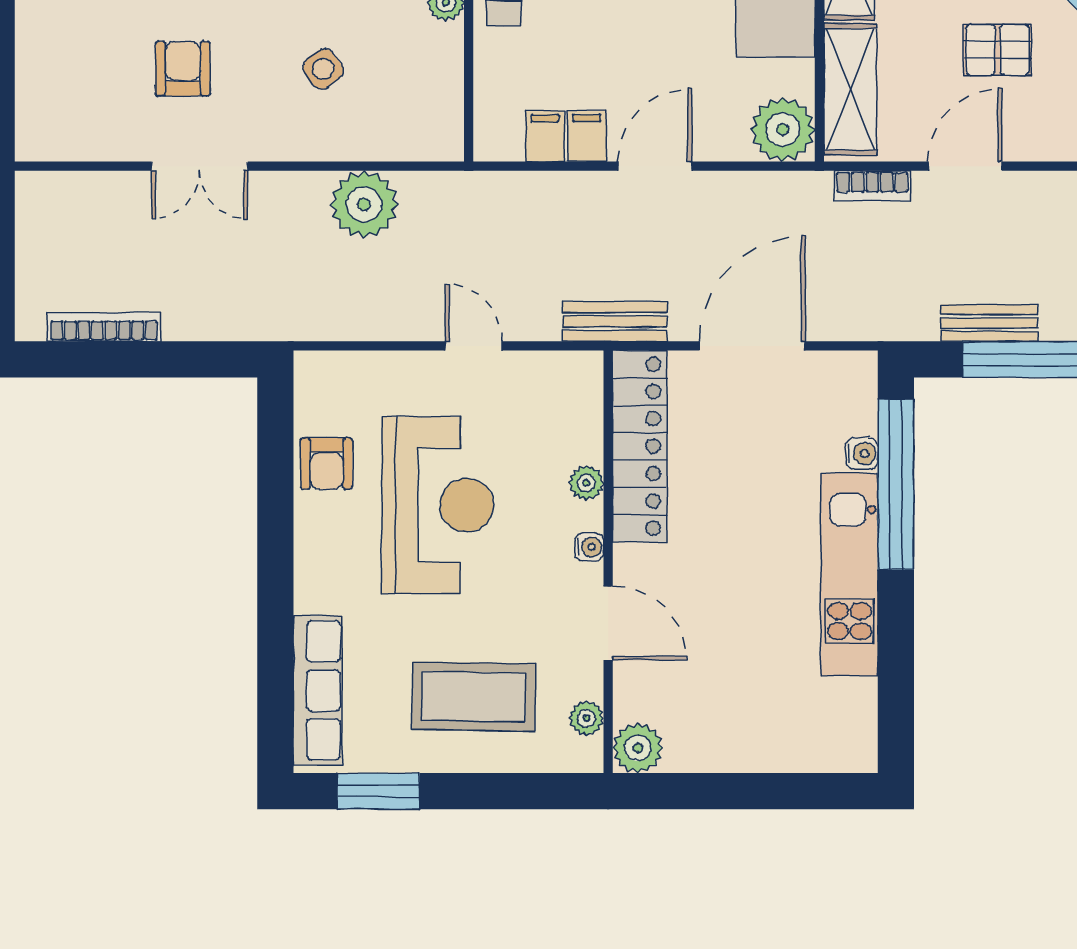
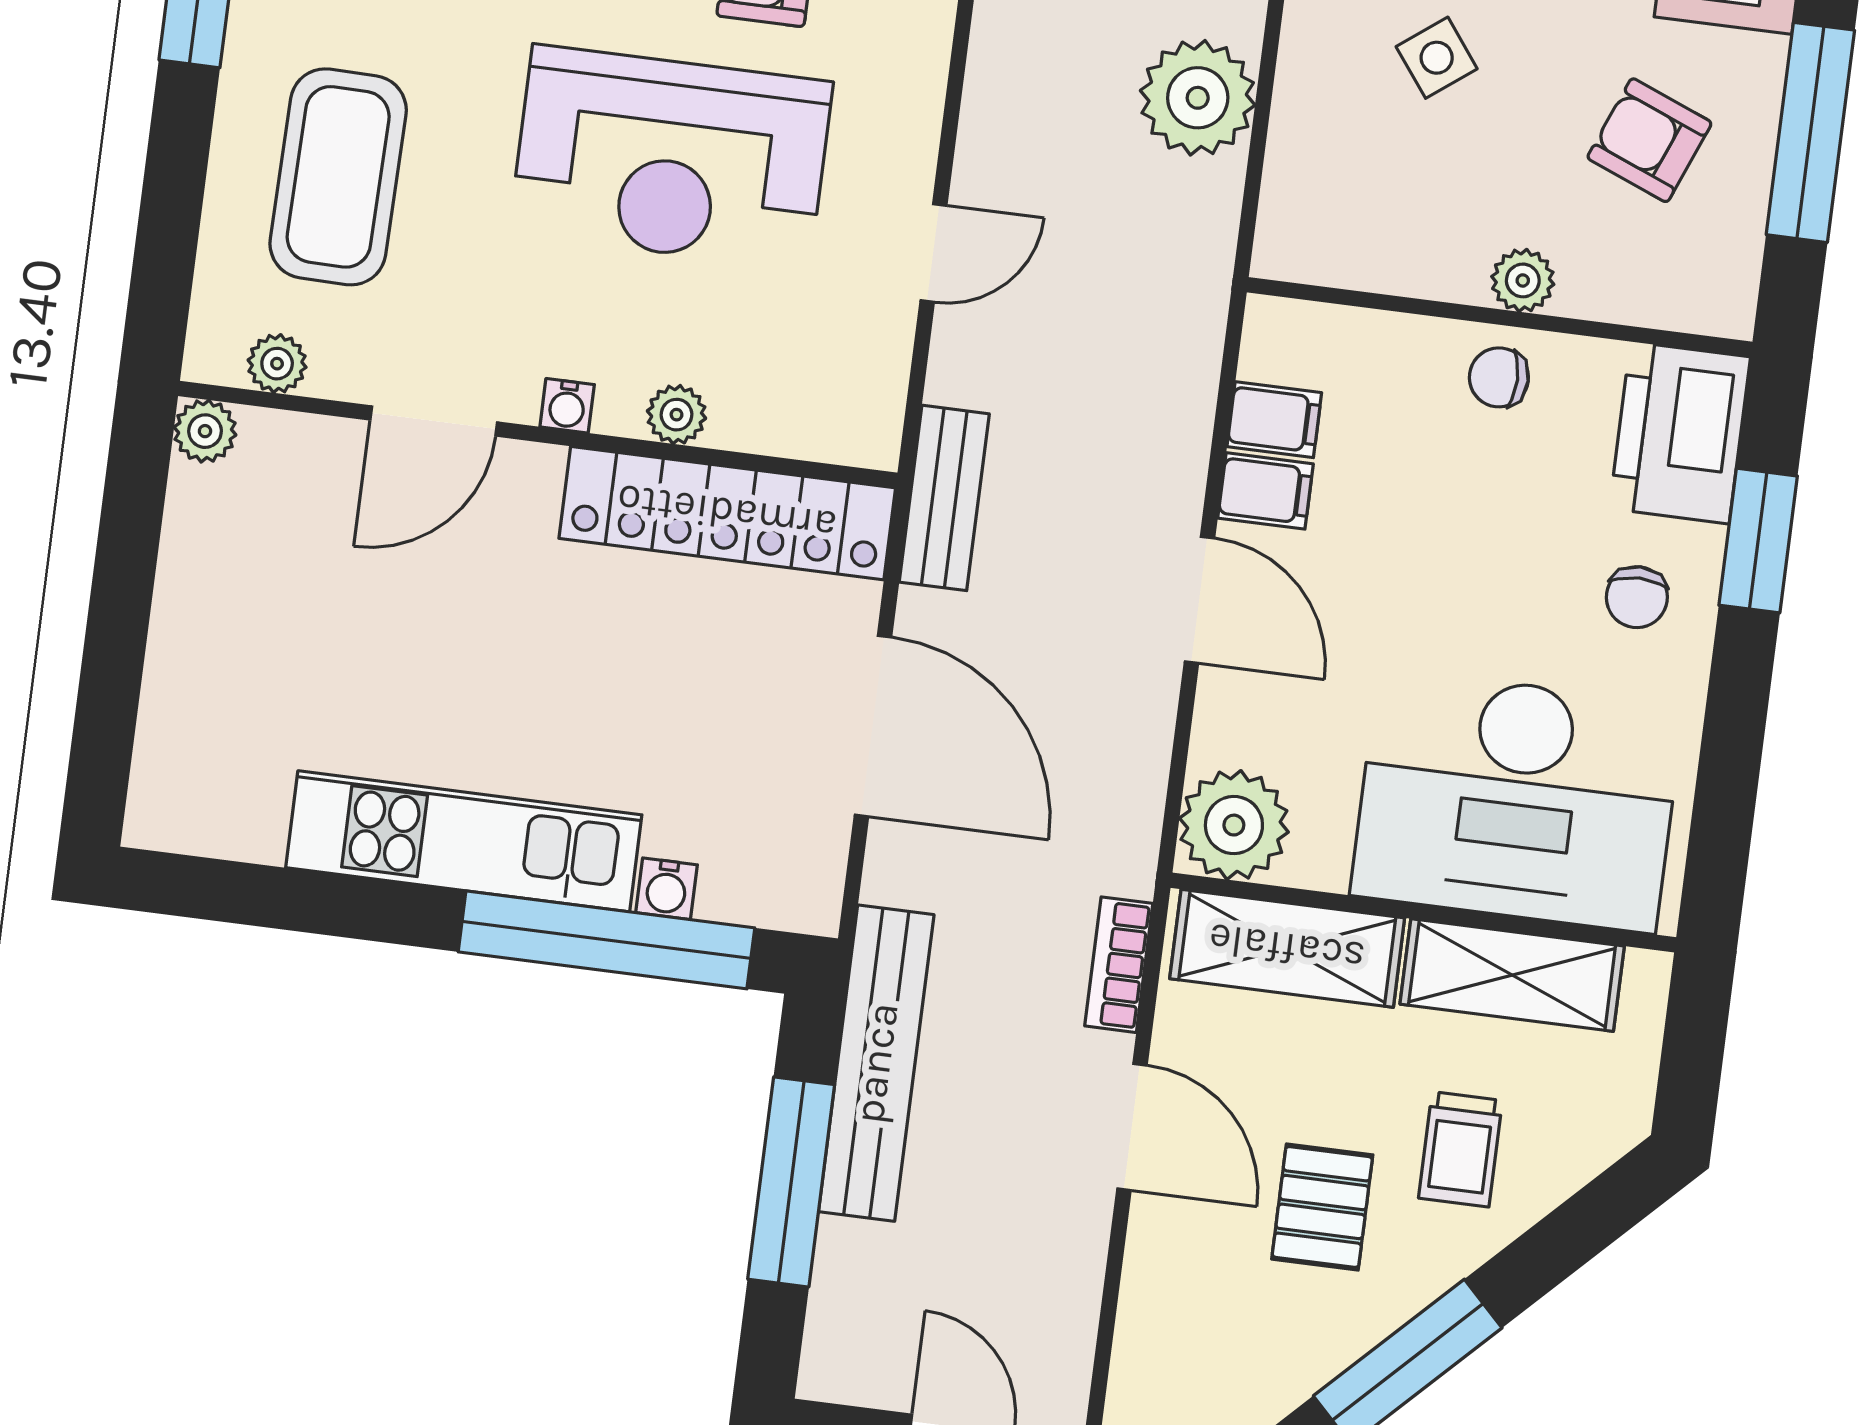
bench: (989, 323) -> (876, 1063), width x1.86, depth x1.21
plant: (638, 748) -> (205, 431), width x0.73, depth x0.73

